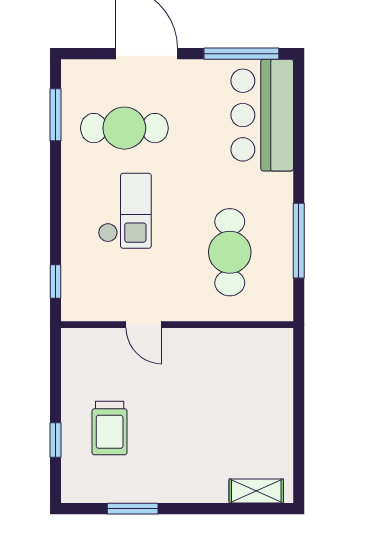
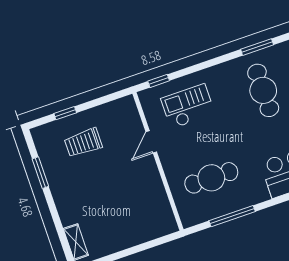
checkout: (125, 211) -> (188, 106), moved, turned 180

